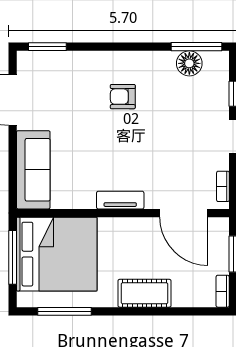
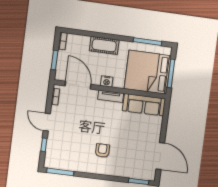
floor lamp: (189, 63) -> (65, 164), removed
armchair: (123, 97) -> (102, 151), turned -90
sofa: (33, 170) -> (144, 105), moved, turned -90
nightstand: (131, 227) -> (107, 81), added

